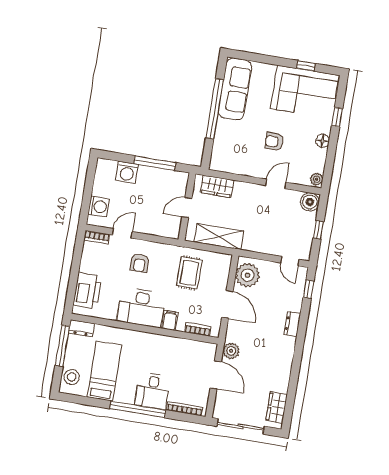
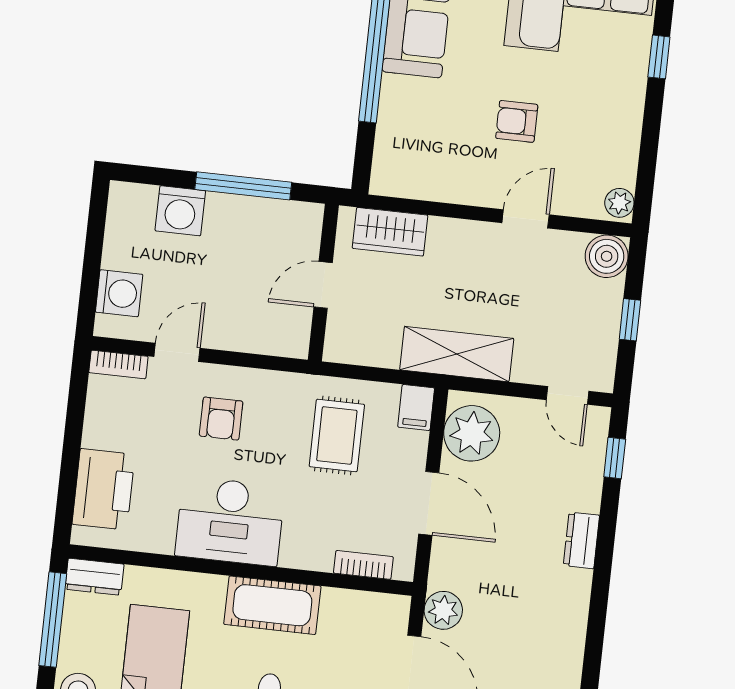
floor lamp: (323, 141) -> (628, 113), removed
shelving: (219, 237) -> (457, 354), moved
filing cabinet: (170, 320) -> (416, 407), moved, turned 180
cot: (157, 345) -> (272, 605), added

